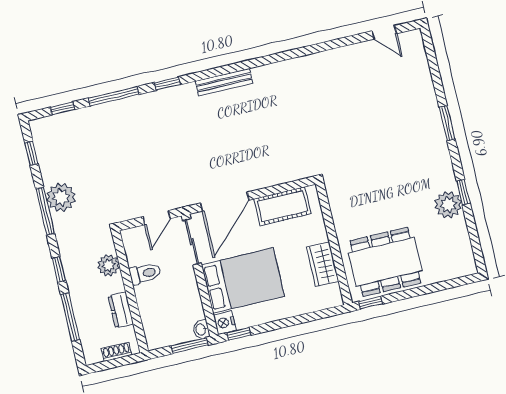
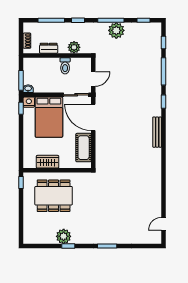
door: (157, 218) -> (93, 79), swing flipped
dining table: (385, 262) -> (54, 196), moved, turned 90

